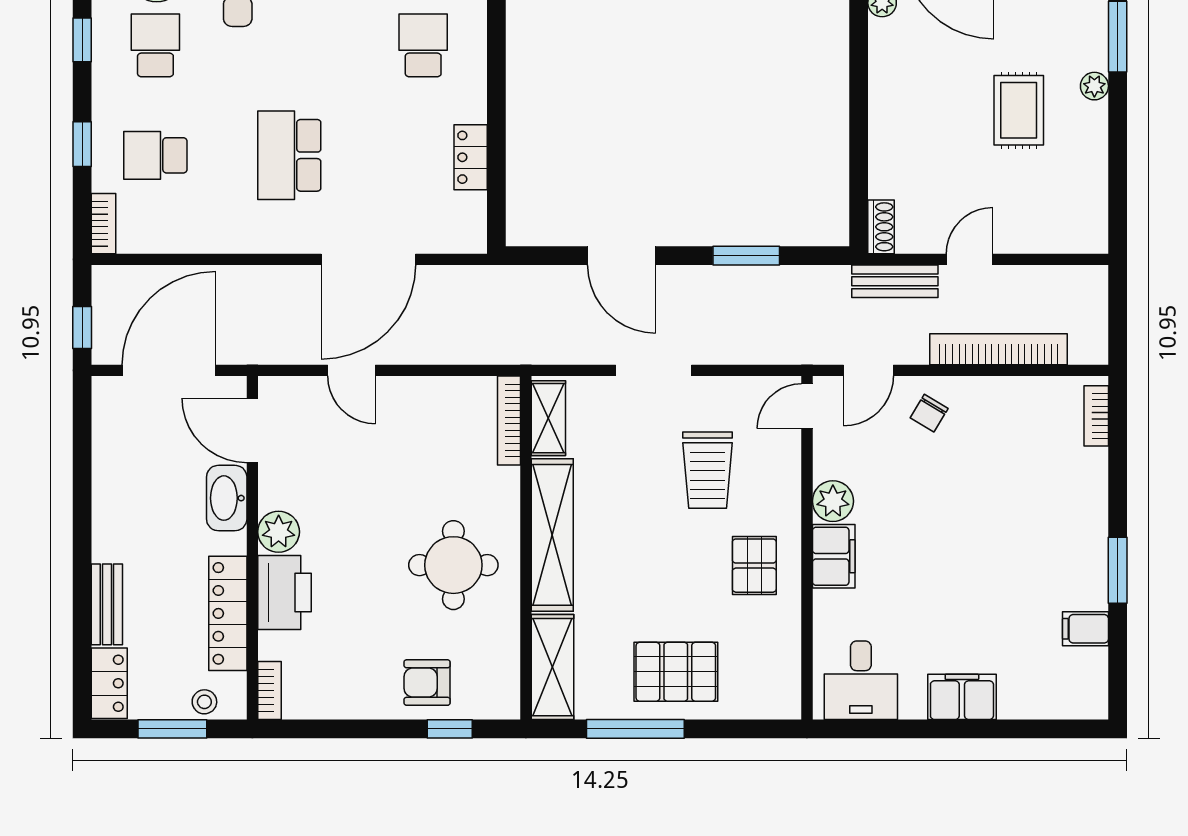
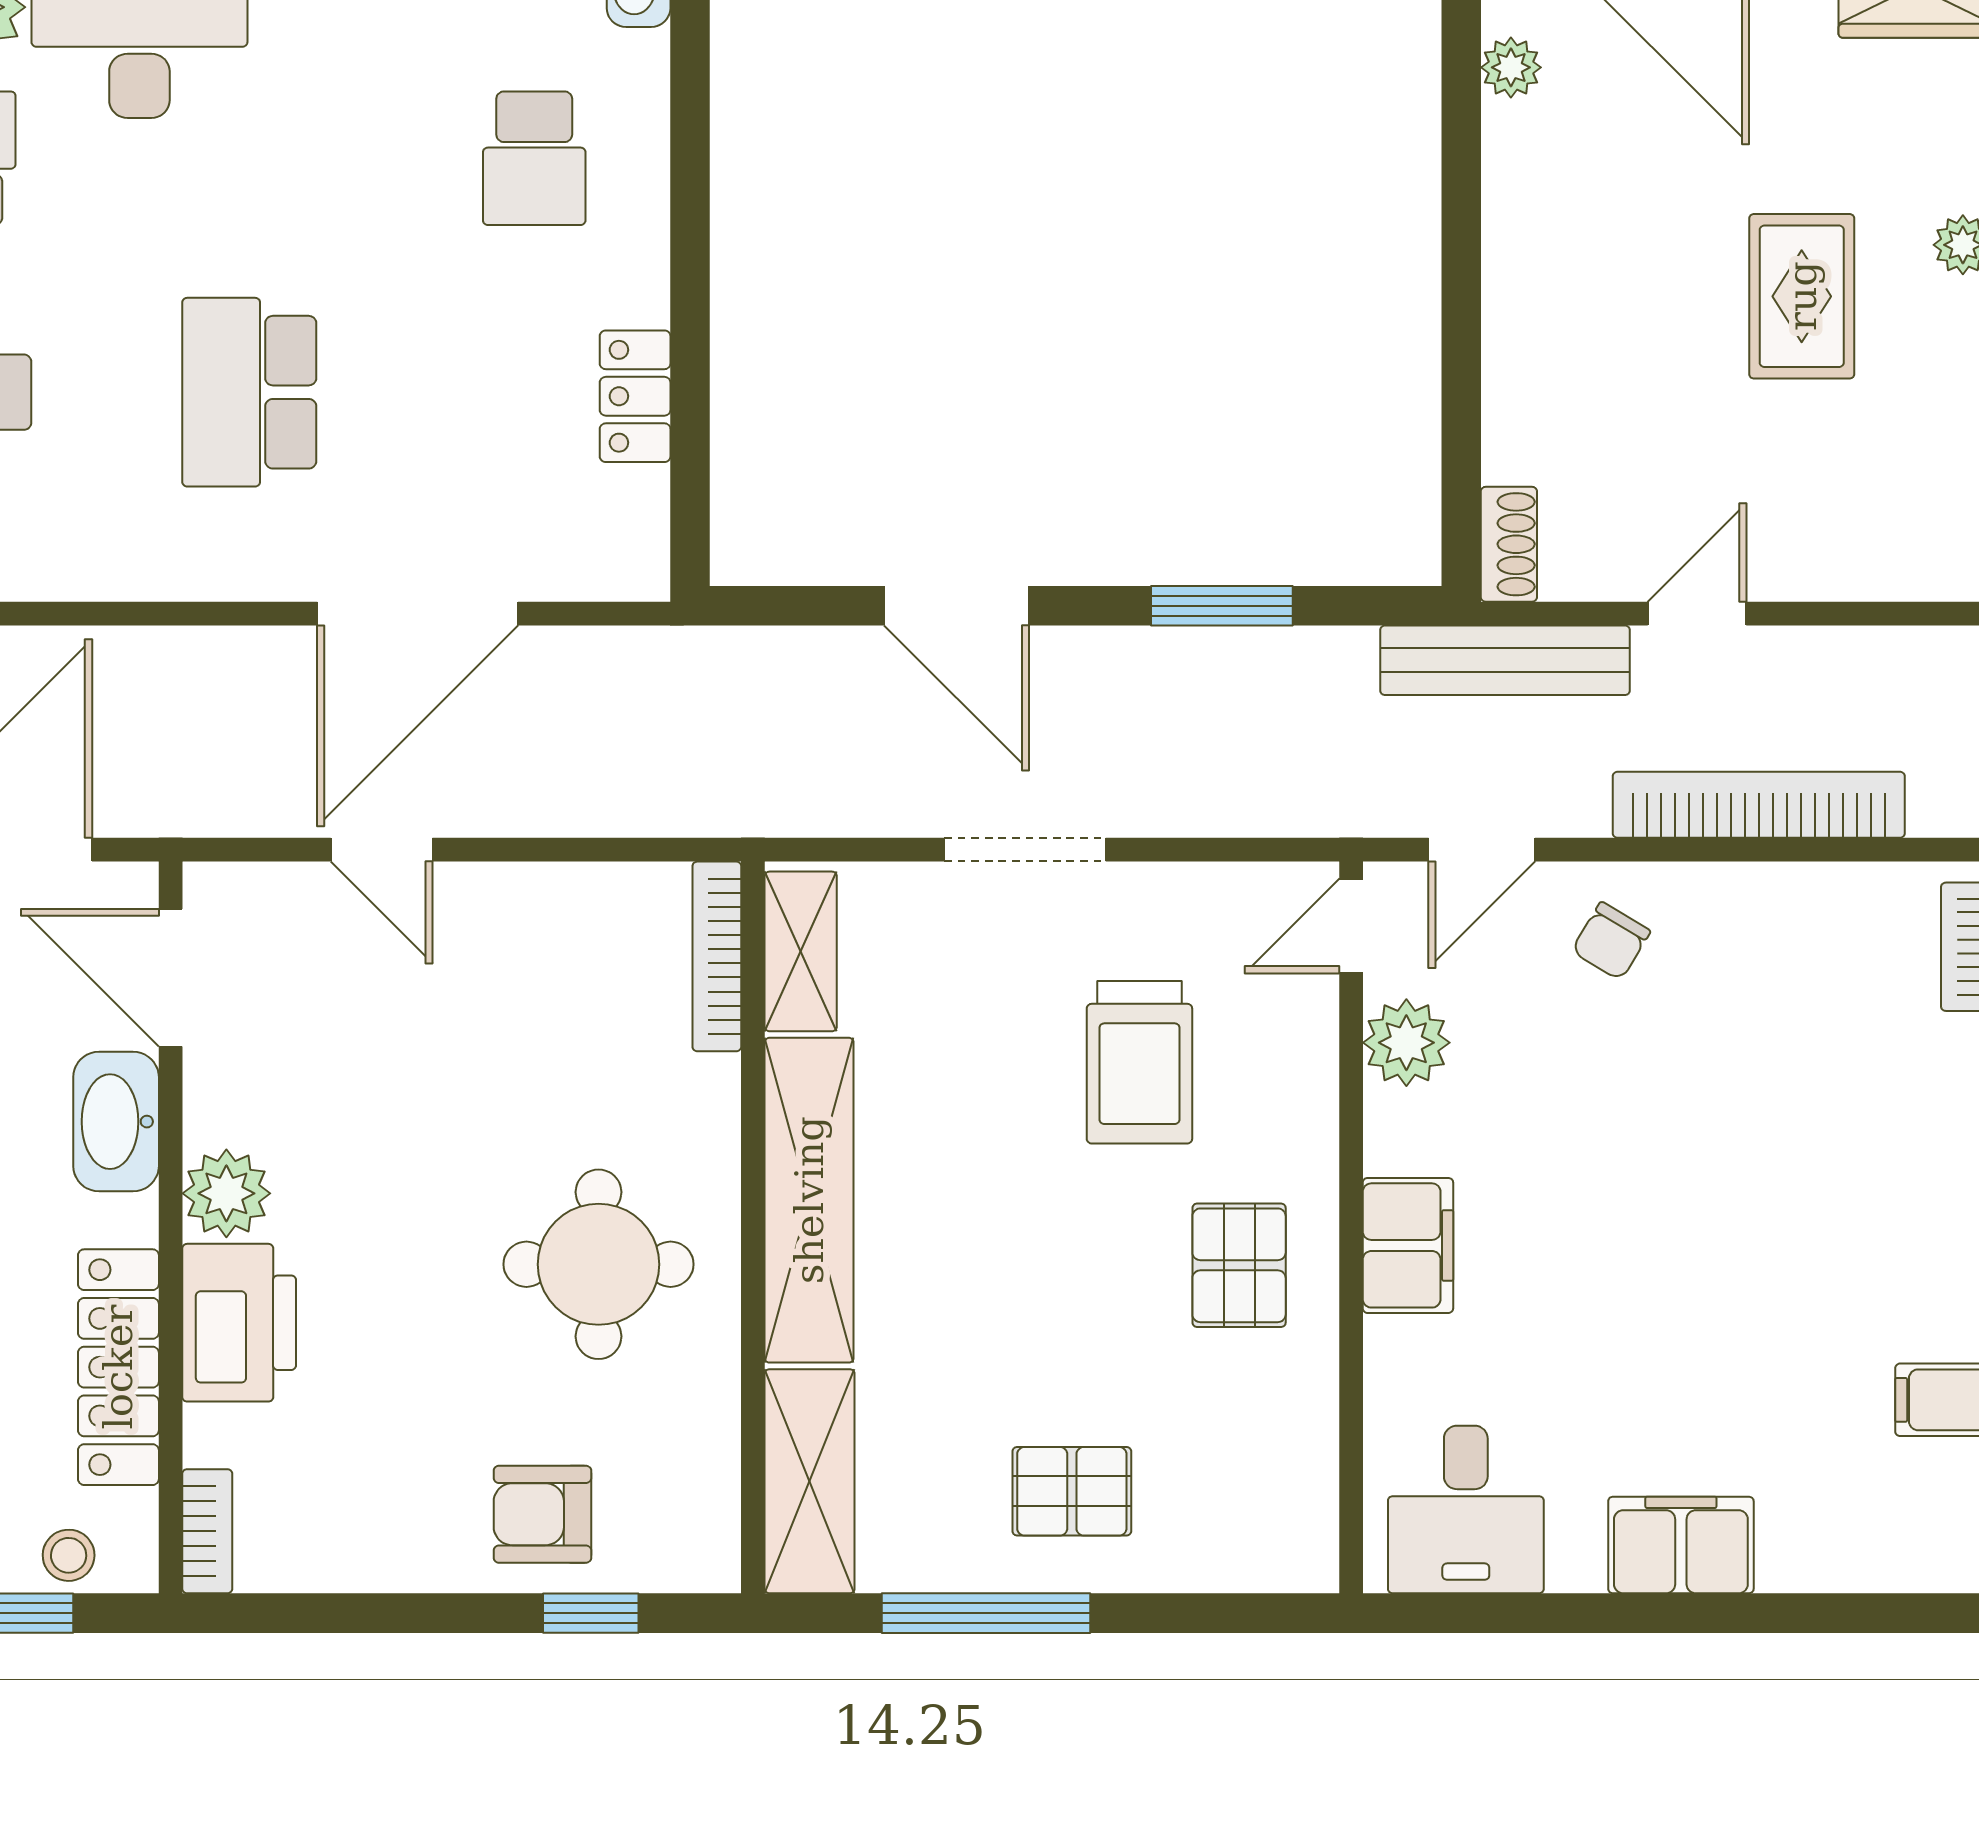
school desk: (423, 45) -> (534, 158), turned 180
bench: (895, 281) -> (1505, 660), width x1.36
plant: (833, 501) -> (1406, 1043), moved
pallet: (676, 672) -> (1072, 1491), width x0.67, depth x0.71

